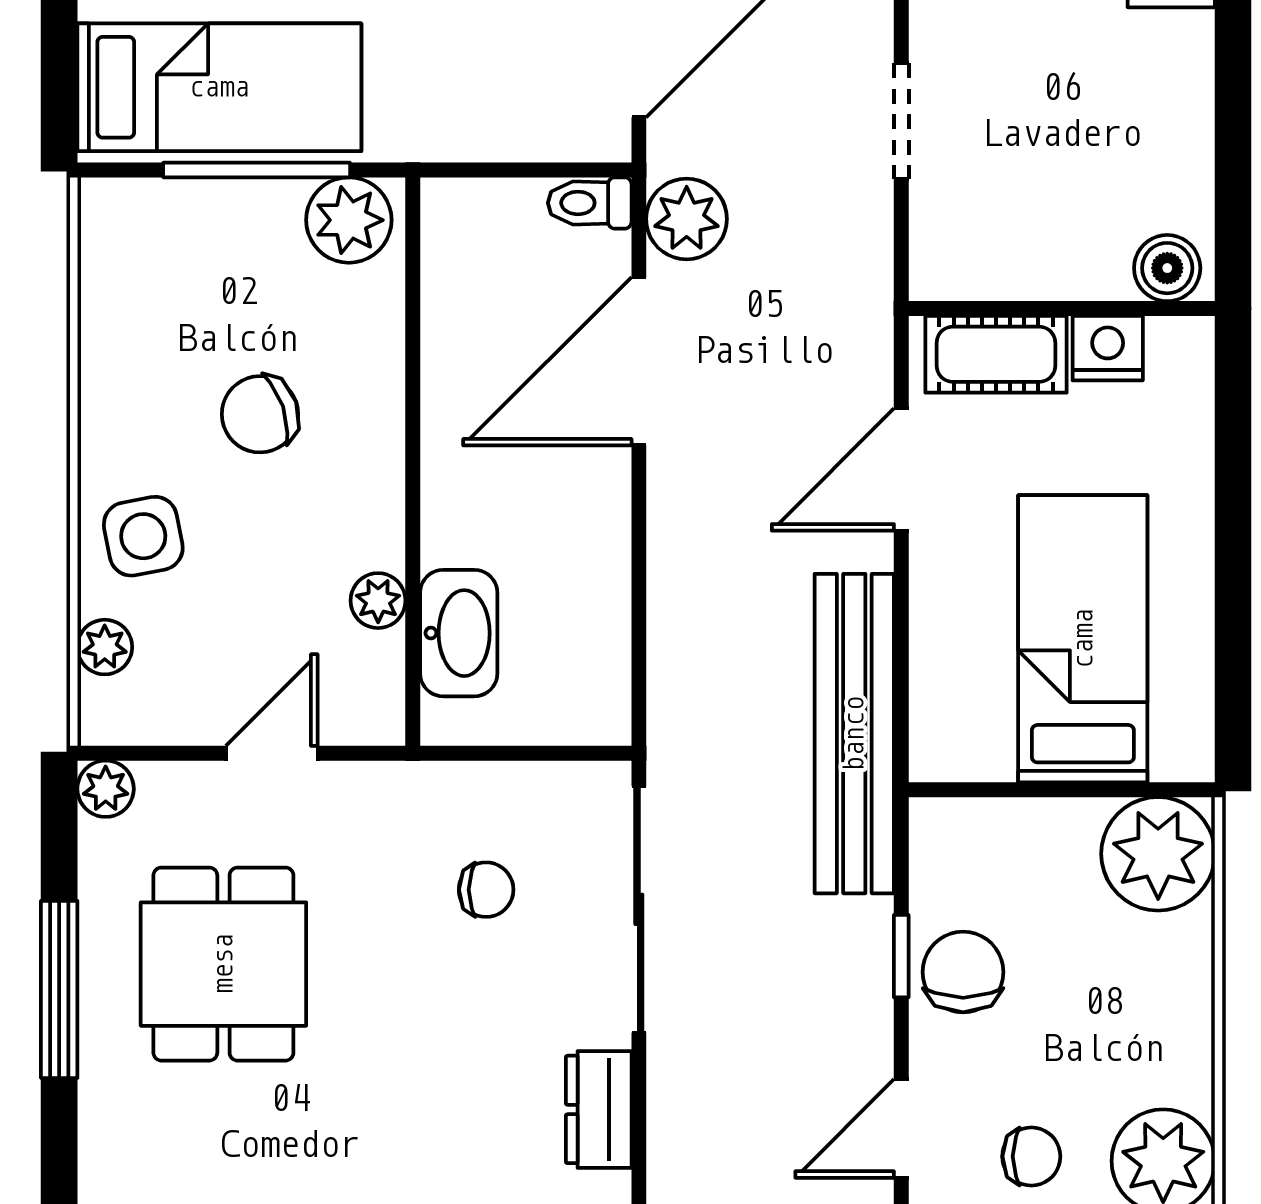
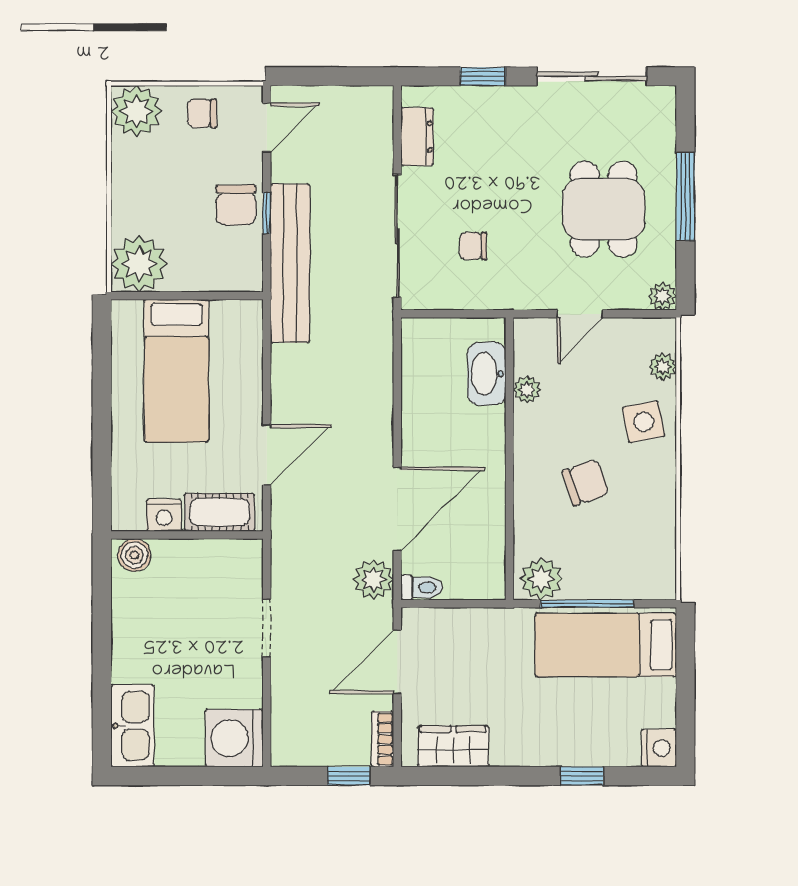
bench: (854, 734) -> (290, 263), moved

